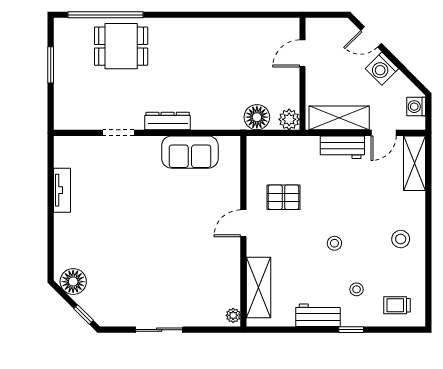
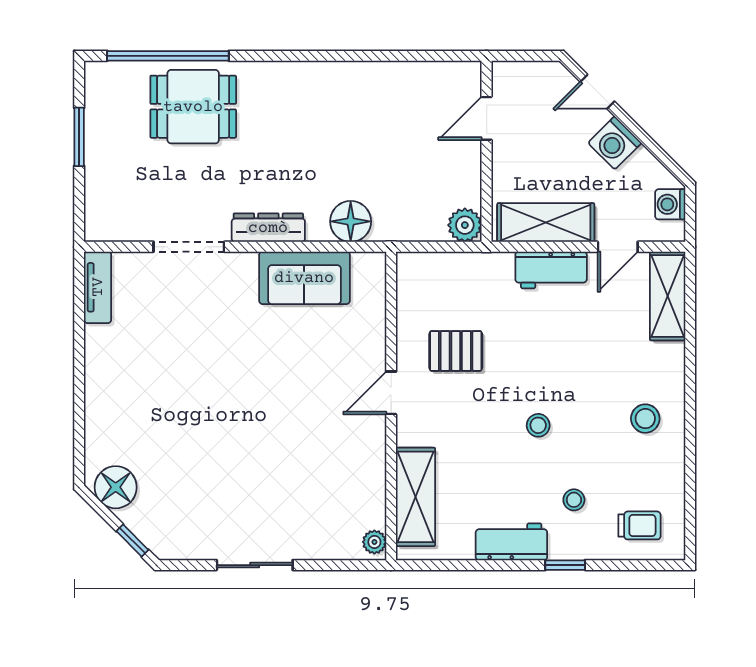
floor lamp: (257, 117) -> (351, 221), moved
doorway: (118, 133) -> (189, 247), width x1.38
tv unit: (62, 190) -> (98, 287), moved
trolley: (397, 305) -> (639, 525), turned 180

